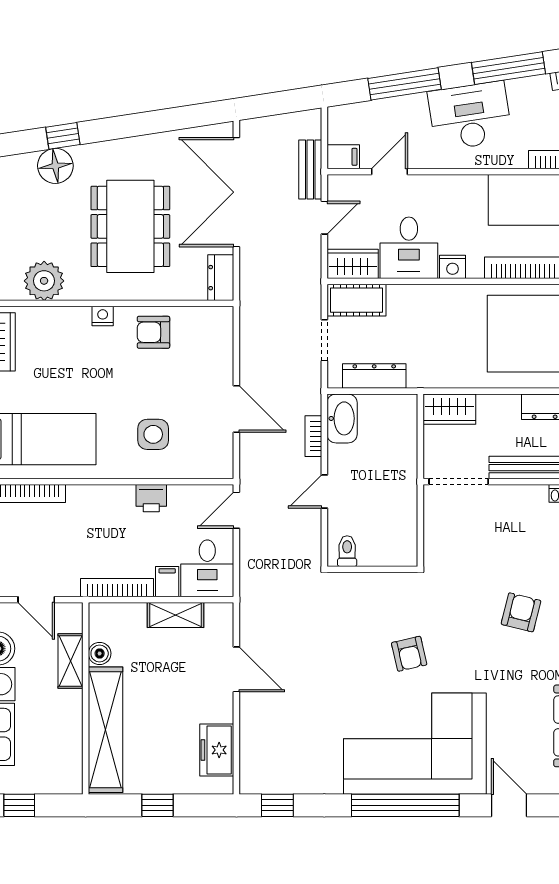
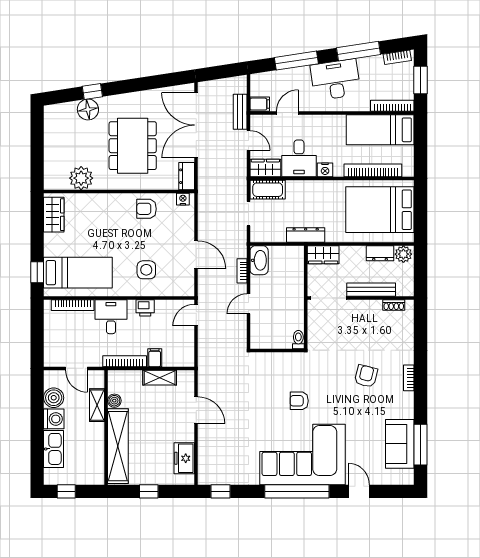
door: (324, 218) -> (248, 140), hinge flipped
nightstand: (103, 316) -> (183, 199), moved
dresser: (374, 376) -> (306, 235), moved
toilet: (347, 551) -> (298, 340), moved
desk: (207, 568) -> (111, 317), moved, turned 180
armchair: (409, 654) -> (299, 401), turned 103

